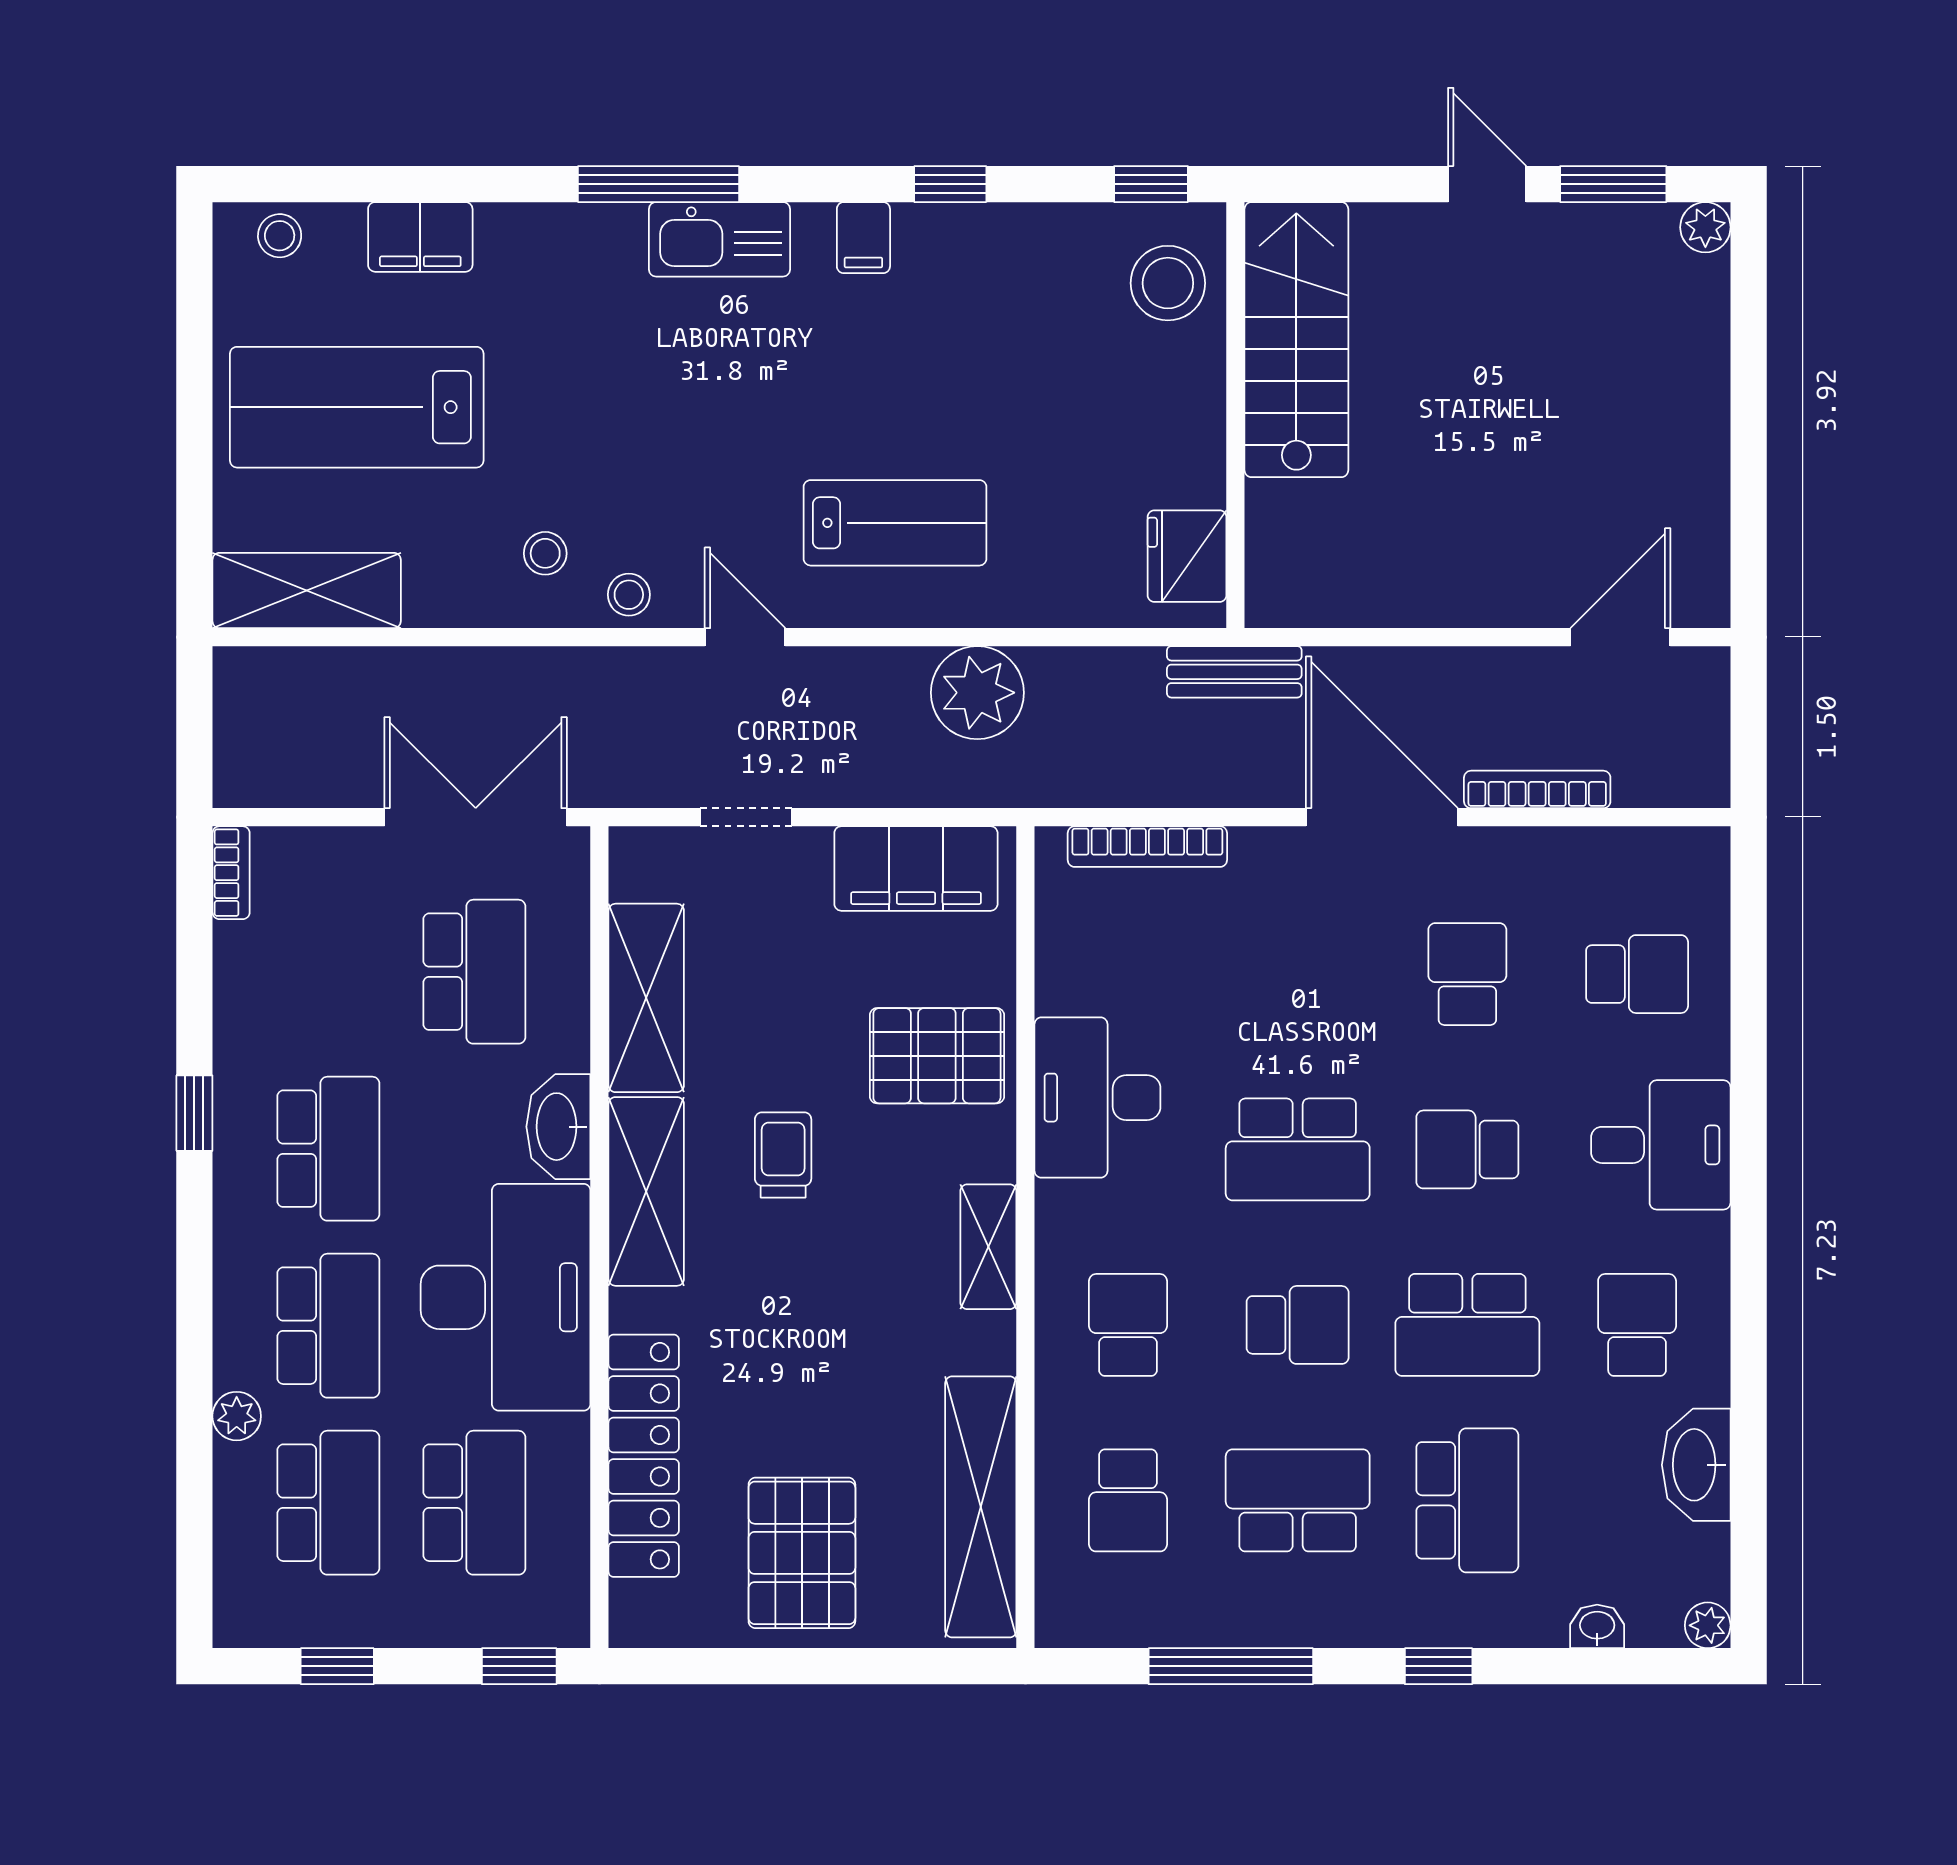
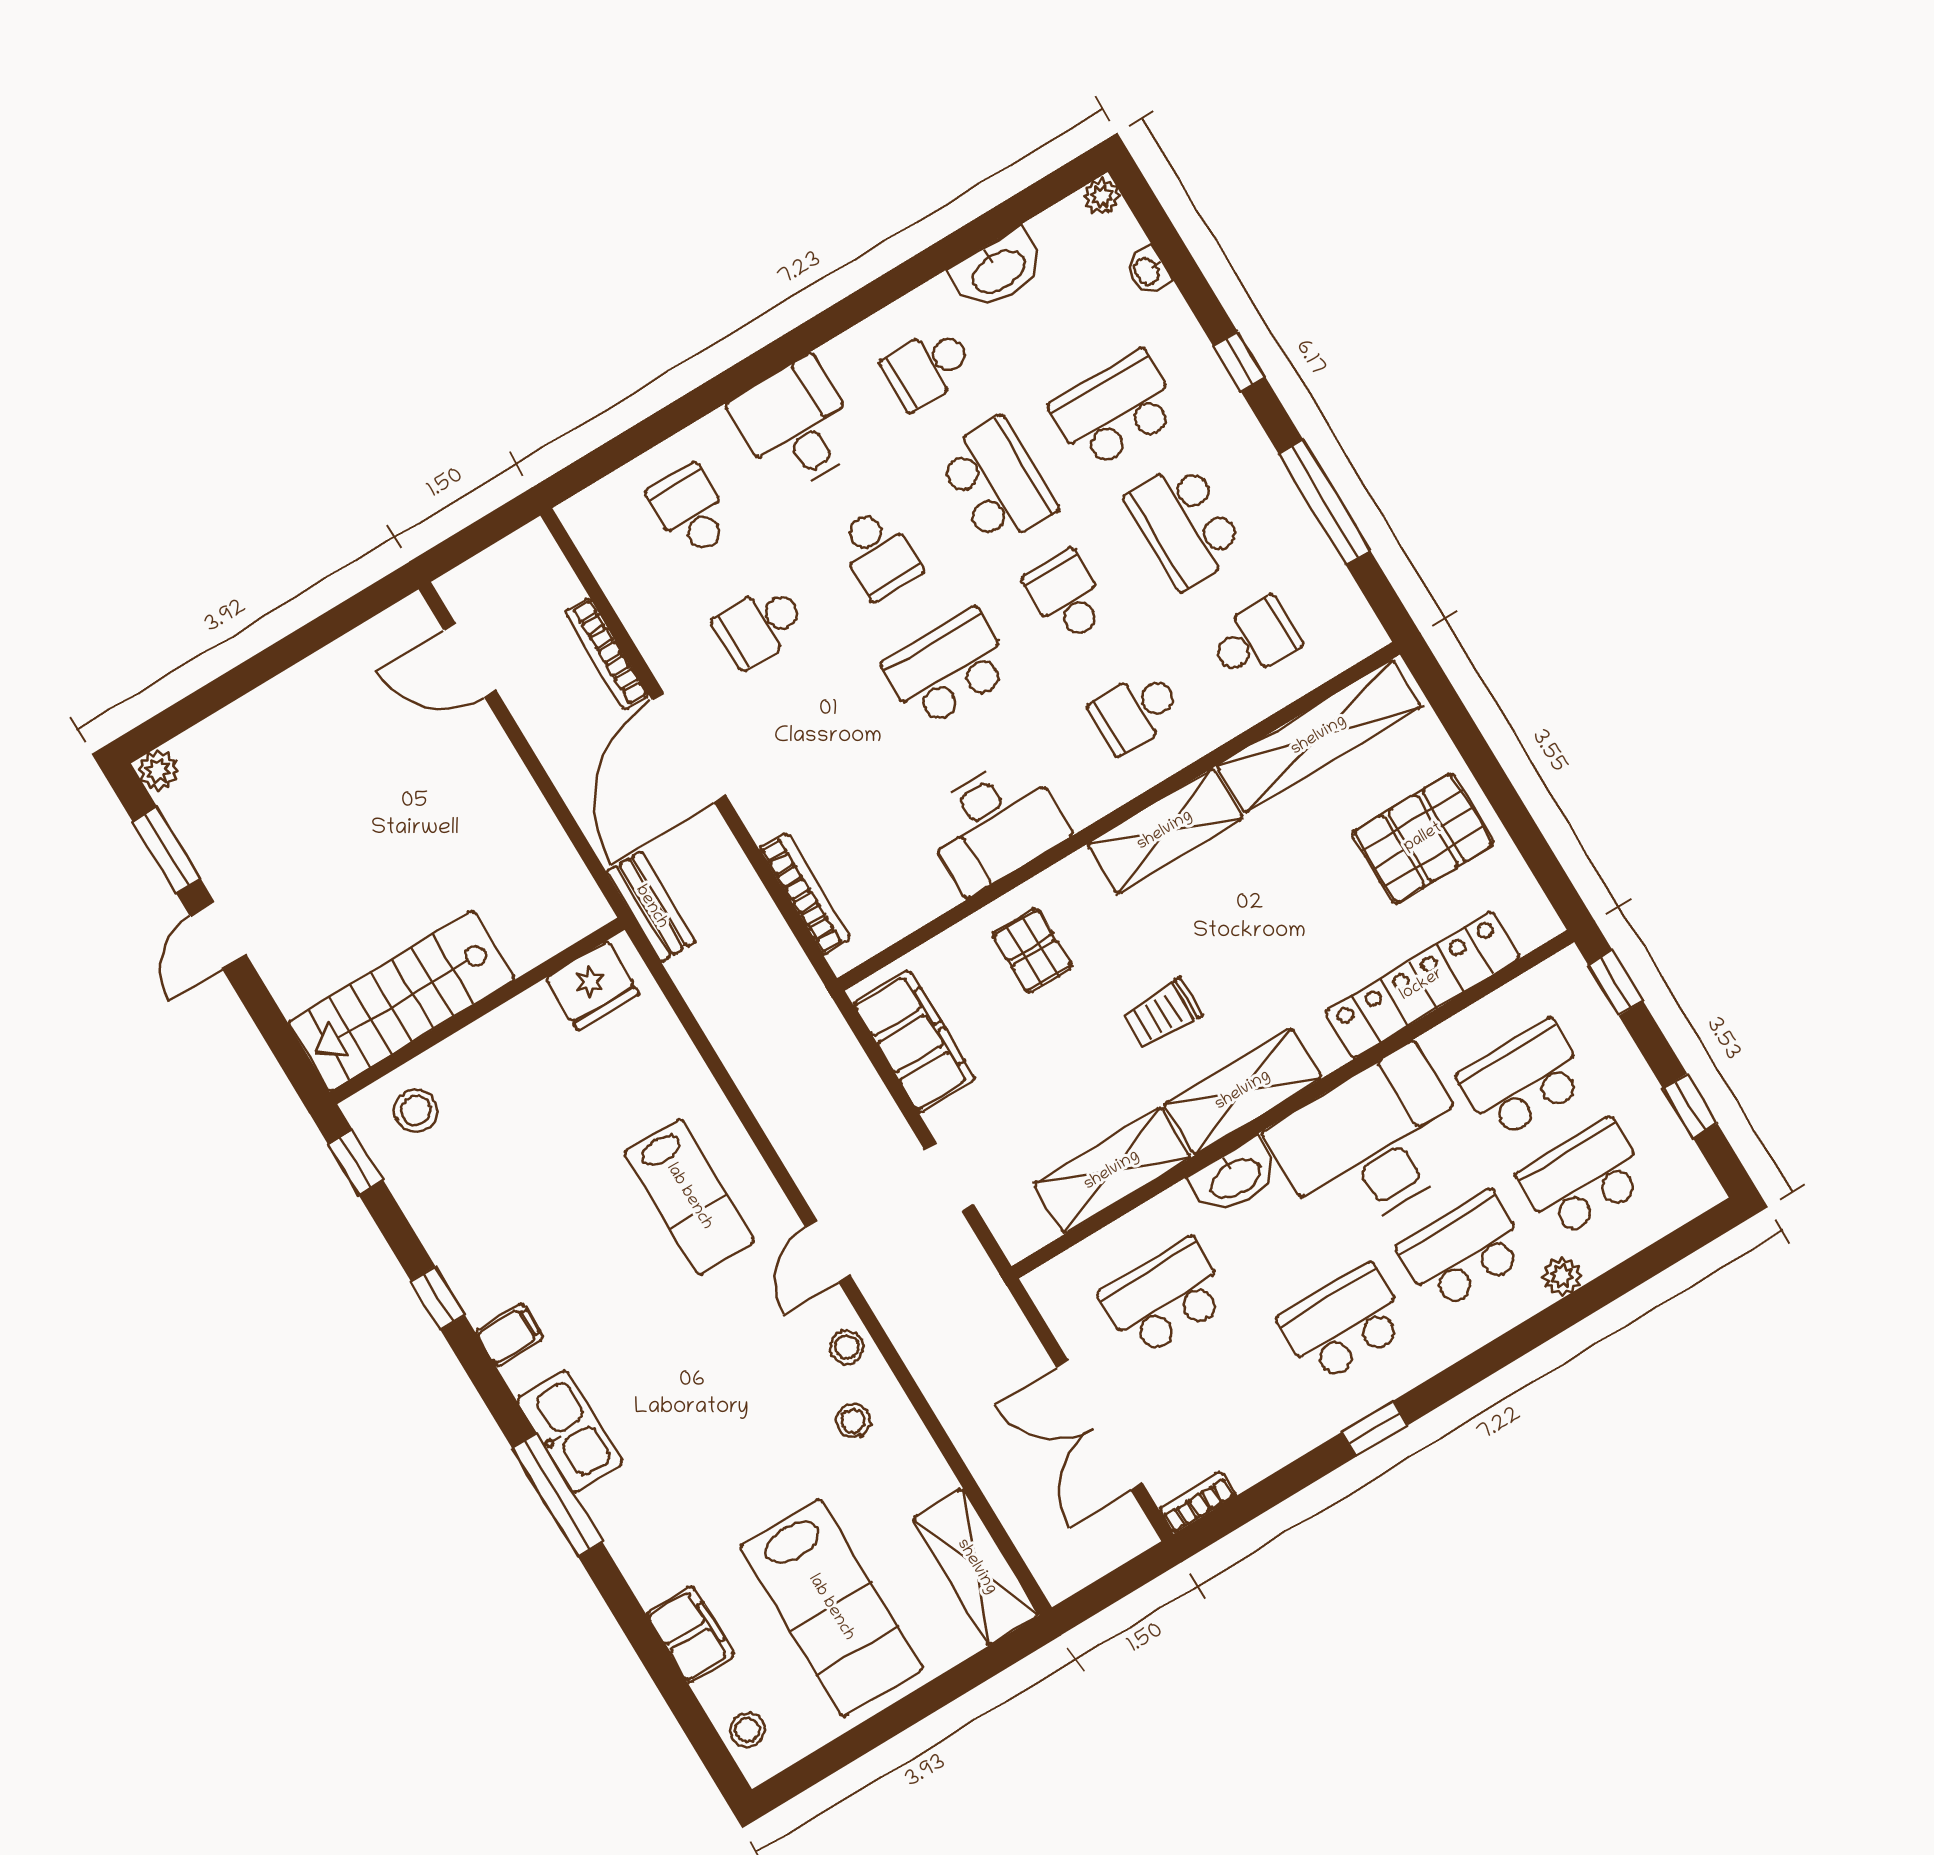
stool: (1168, 283) -> (416, 1111), width x0.73, depth x0.73
lab bench: (895, 523) -> (689, 1197), turned 180
plant: (977, 693) -> (770, 1072), removed
double door: (476, 817) -> (1099, 1425), moved
pallet: (937, 1056) -> (1032, 950), width x0.67, depth x0.71
school desk: (1298, 1149) -> (948, 668), turned -90
shelving: (988, 1247) -> (1165, 831), width x1.50, depth x1.33

